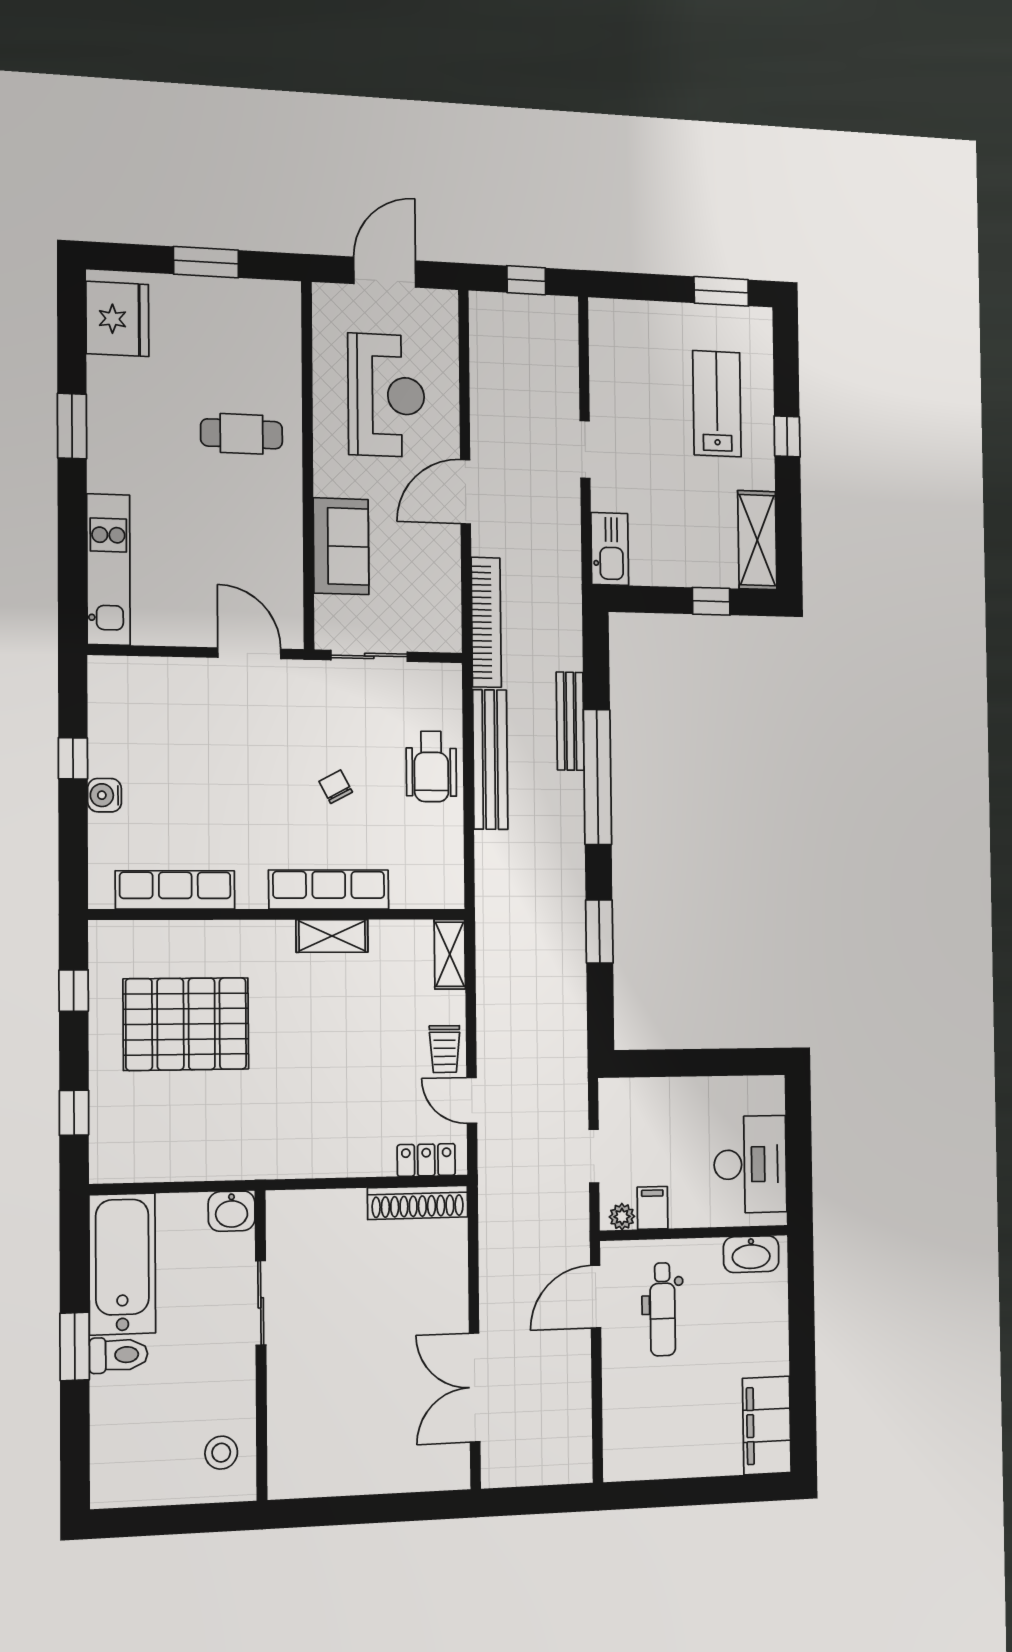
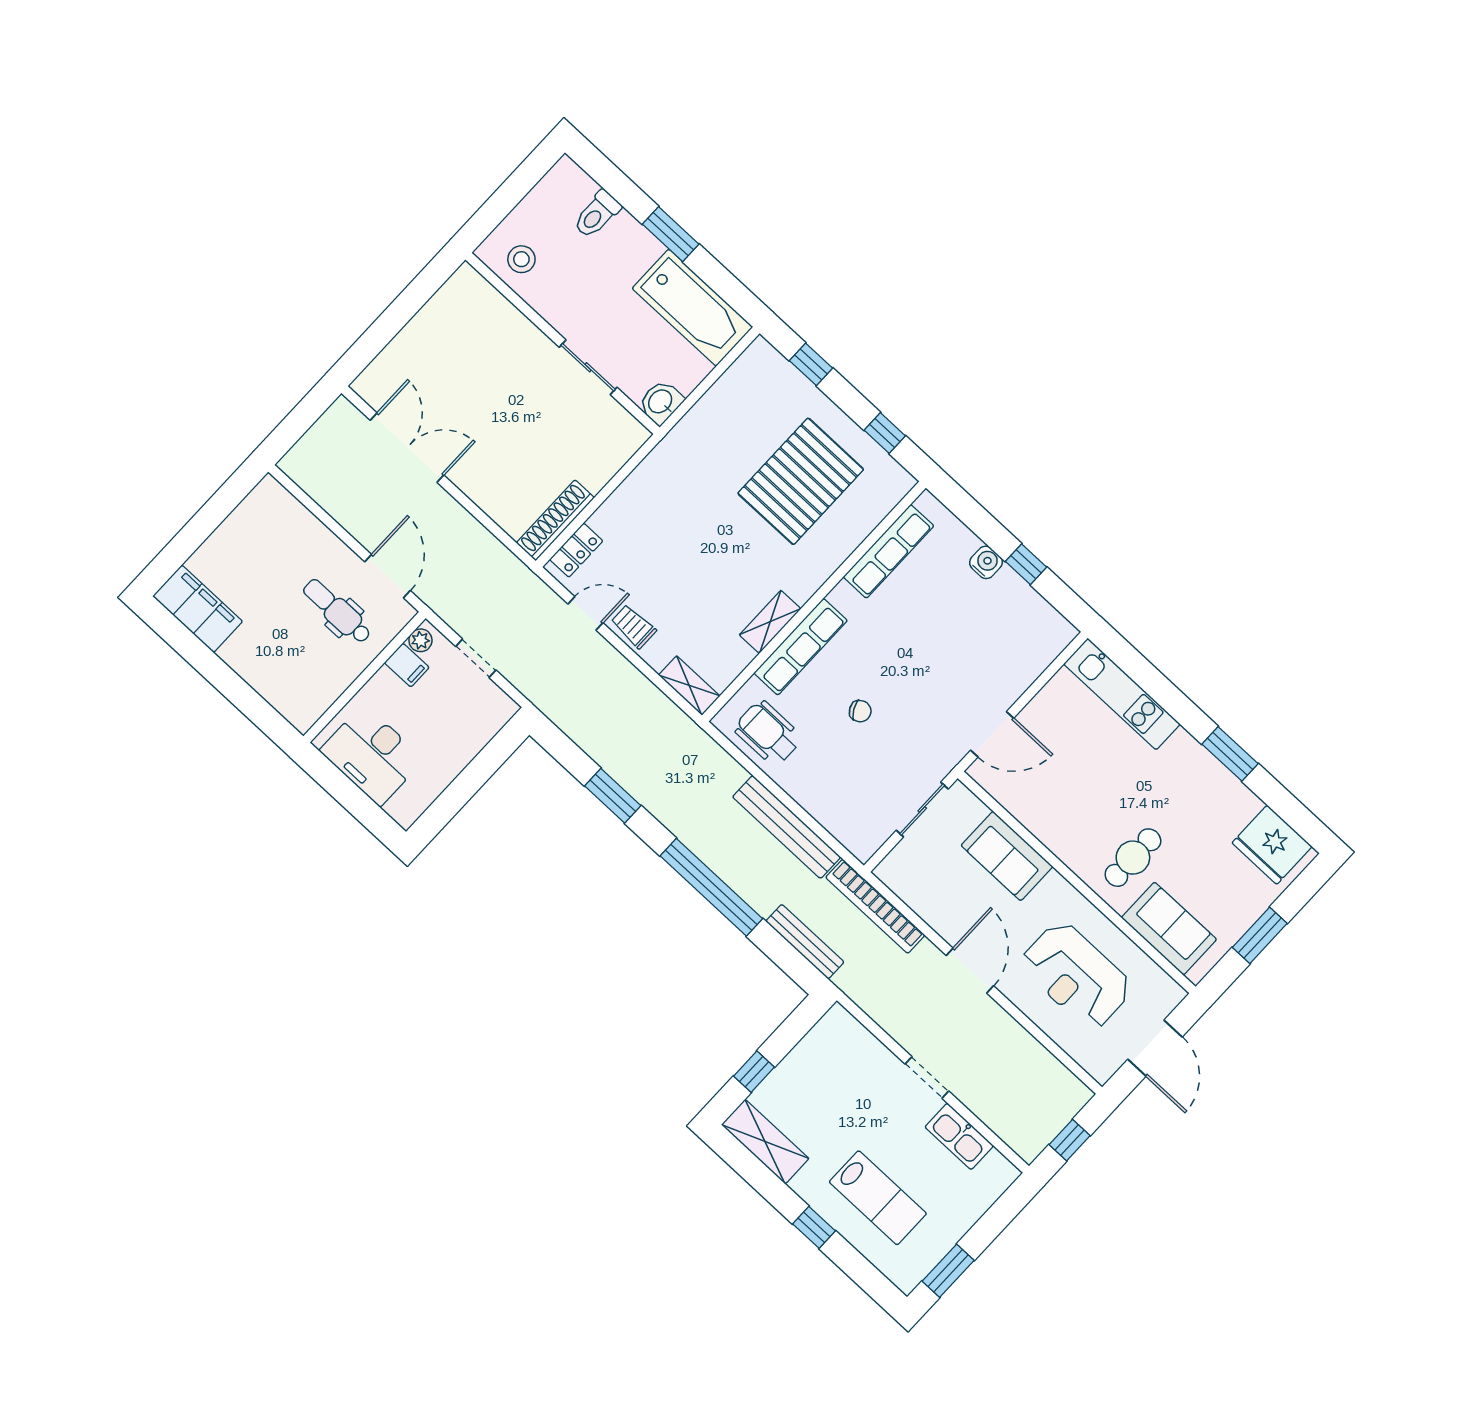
sofa: (273, 348) -> (1169, 928), added
kitchen sink: (610, 549) -> (959, 1136), moved
bench: (570, 721) -> (805, 942), moved
wheelchair: (431, 766) -> (768, 733), moved
washbasin: (751, 1254) -> (315, 701), removed
toilet: (119, 1355) -> (597, 214), moved

